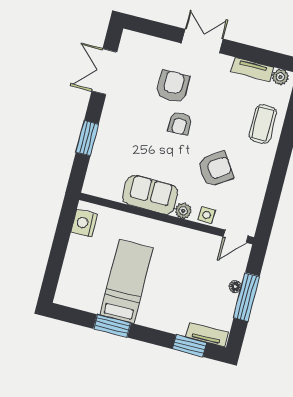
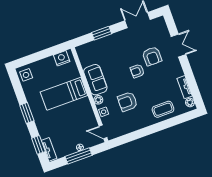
double door: (202, 41) -> (178, 46), moved
armchair: (173, 86) -> (152, 56), turned 90
armchair: (215, 169) -> (127, 102), turned 124
bed: (127, 281) -> (64, 94), moved, turned 180
side table: (73, 293) -> (26, 75), added
window: (112, 326) -> (27, 113), moved

